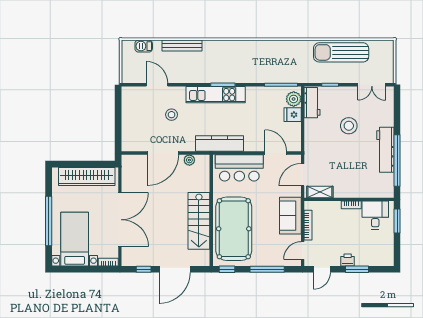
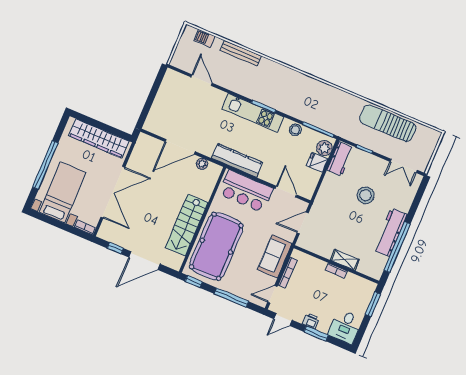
stool: (172, 115) -> (295, 130), moved
shelving: (320, 192) -> (345, 260), moved
desk: (375, 215) -> (345, 327), moved, turned 180

